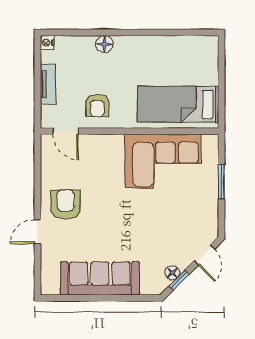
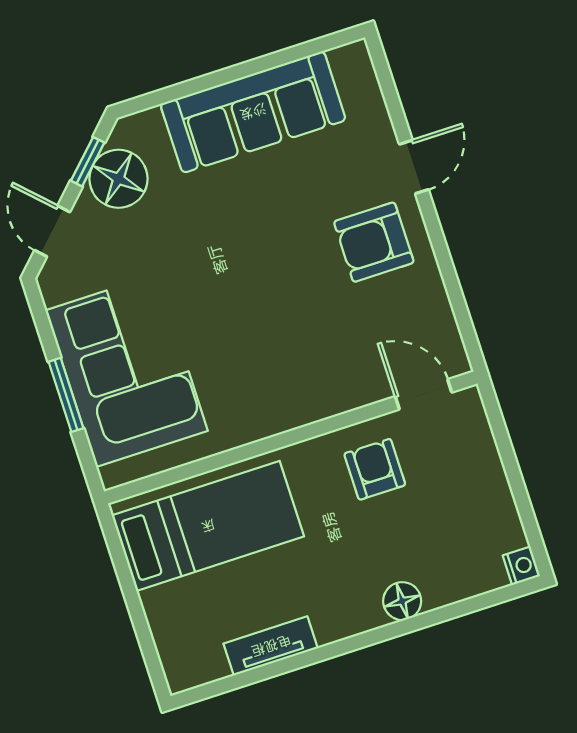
tv unit: (48, 84) -> (271, 646), moved, turned 90
corner sofa: (163, 161) -> (126, 371), moved, turned 90
armchair: (66, 205) -> (374, 242), turned 90
floor lamp: (172, 273) -> (118, 179), width x1.89, depth x1.89

